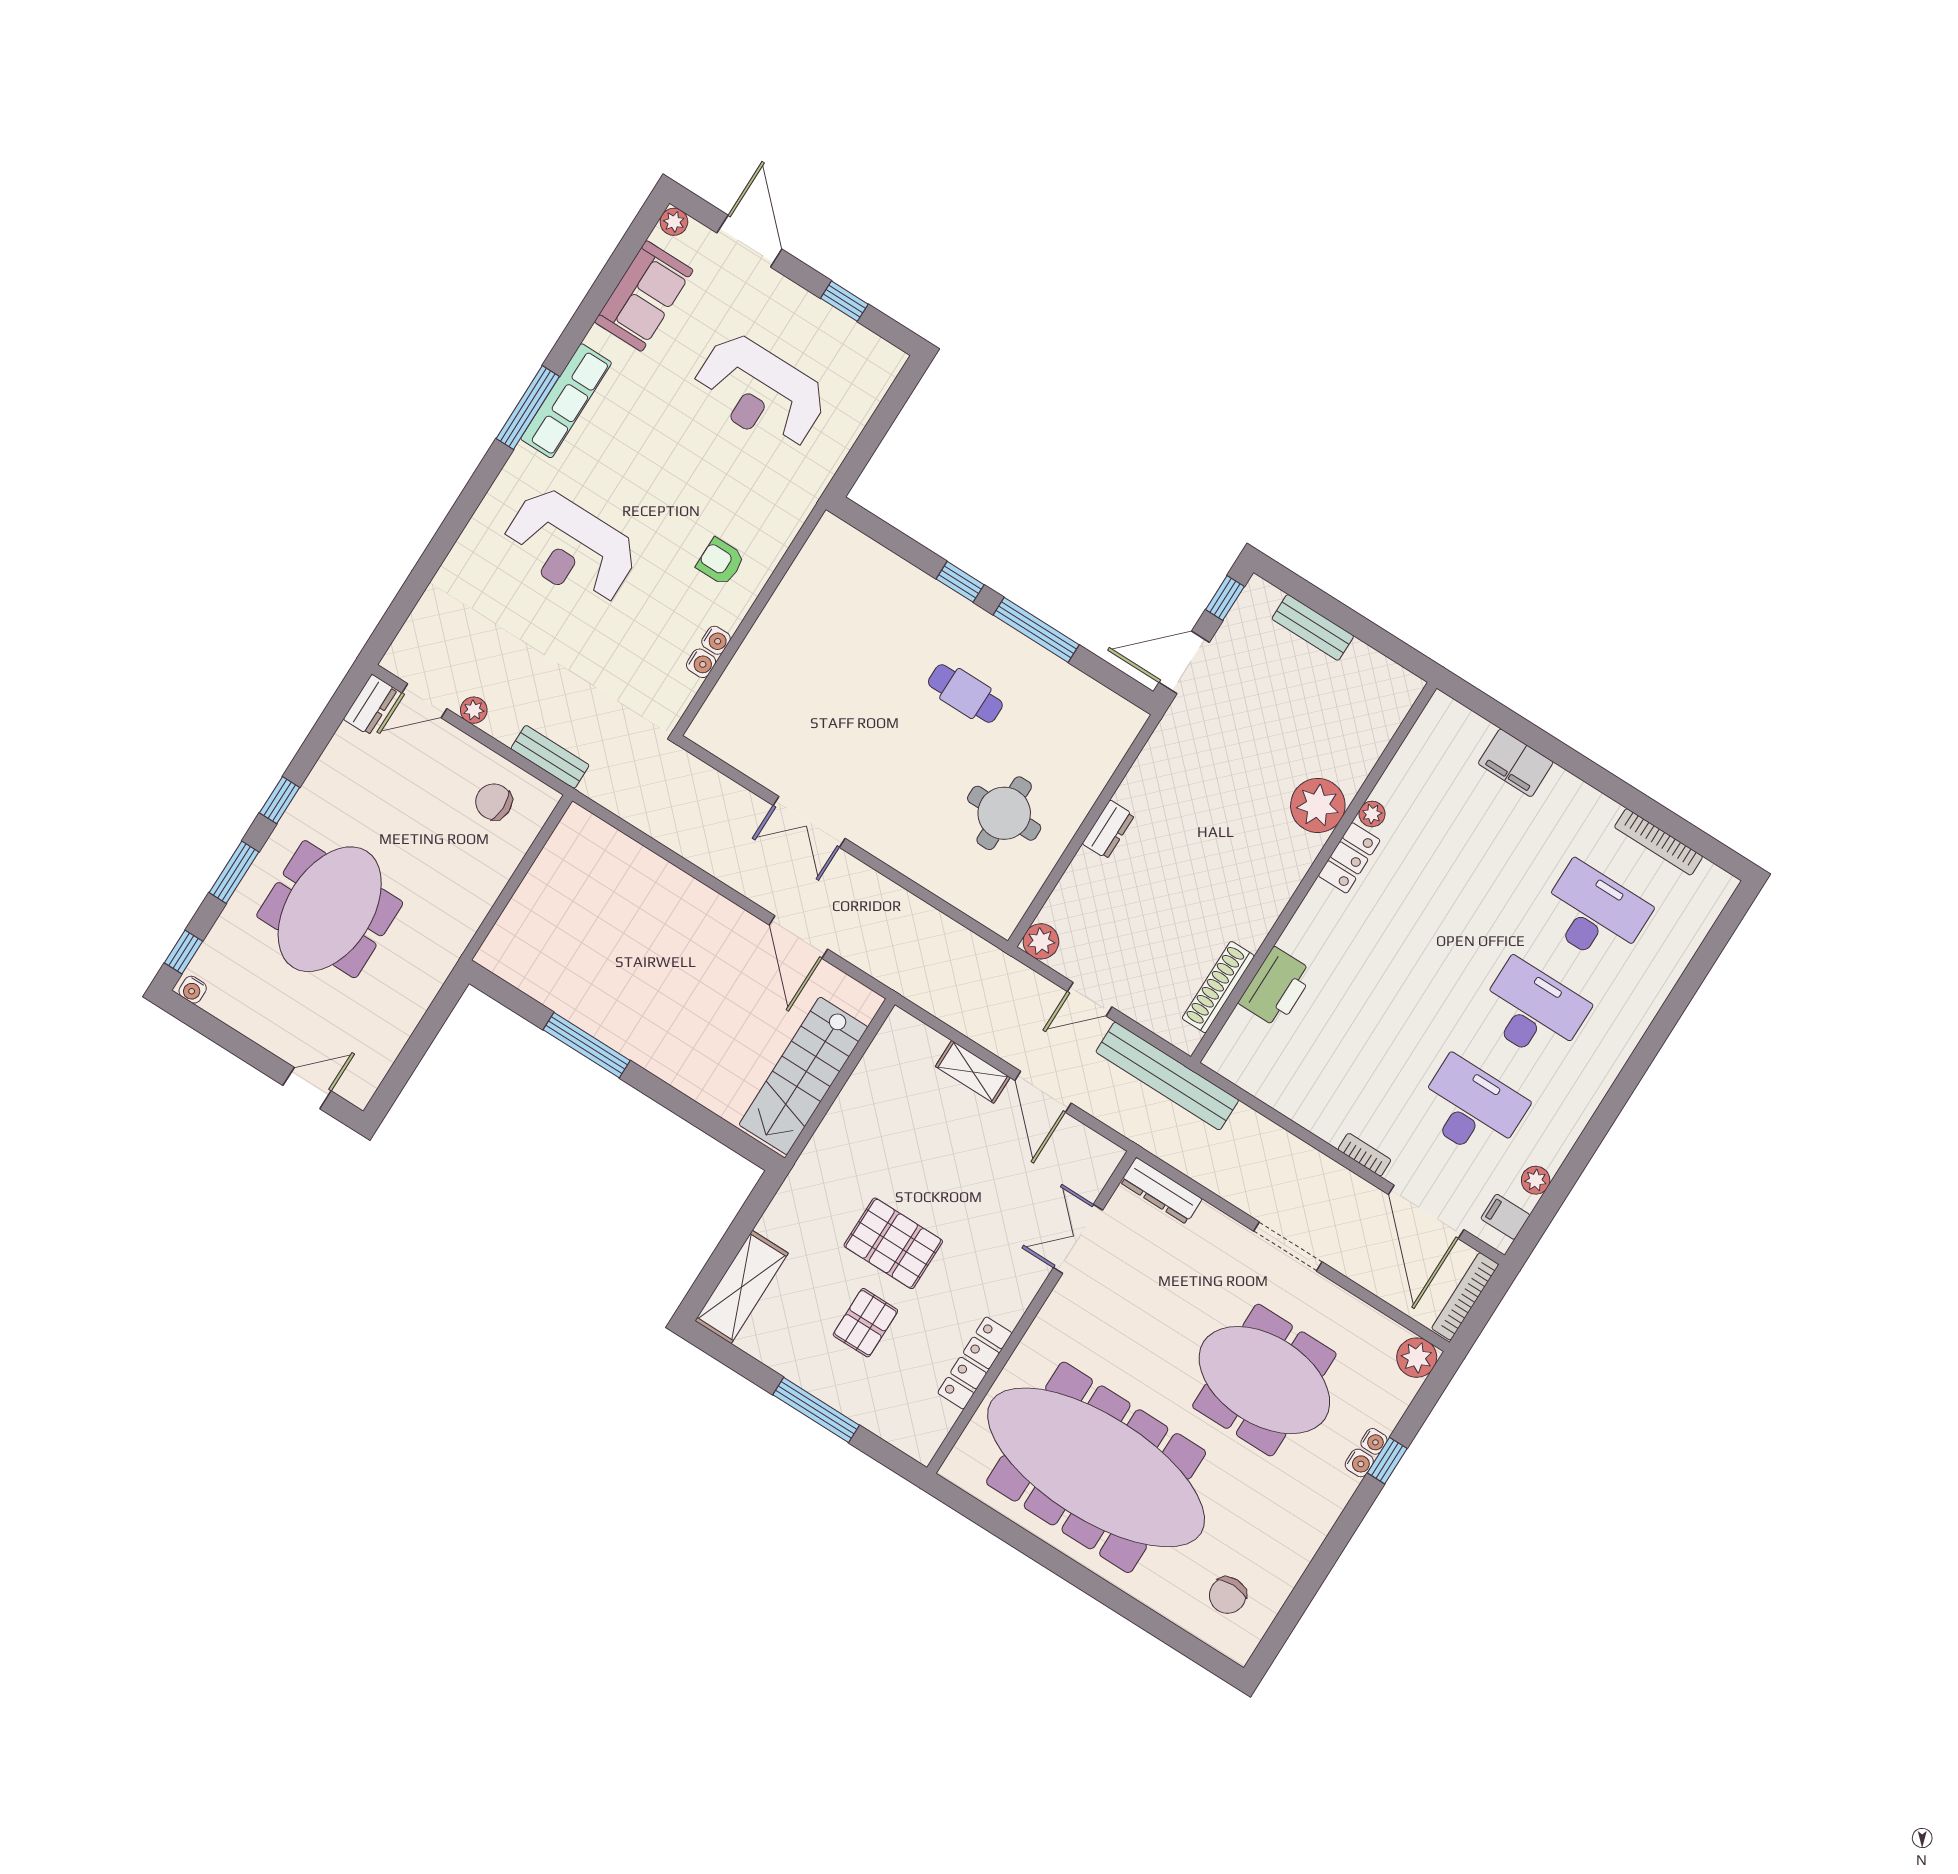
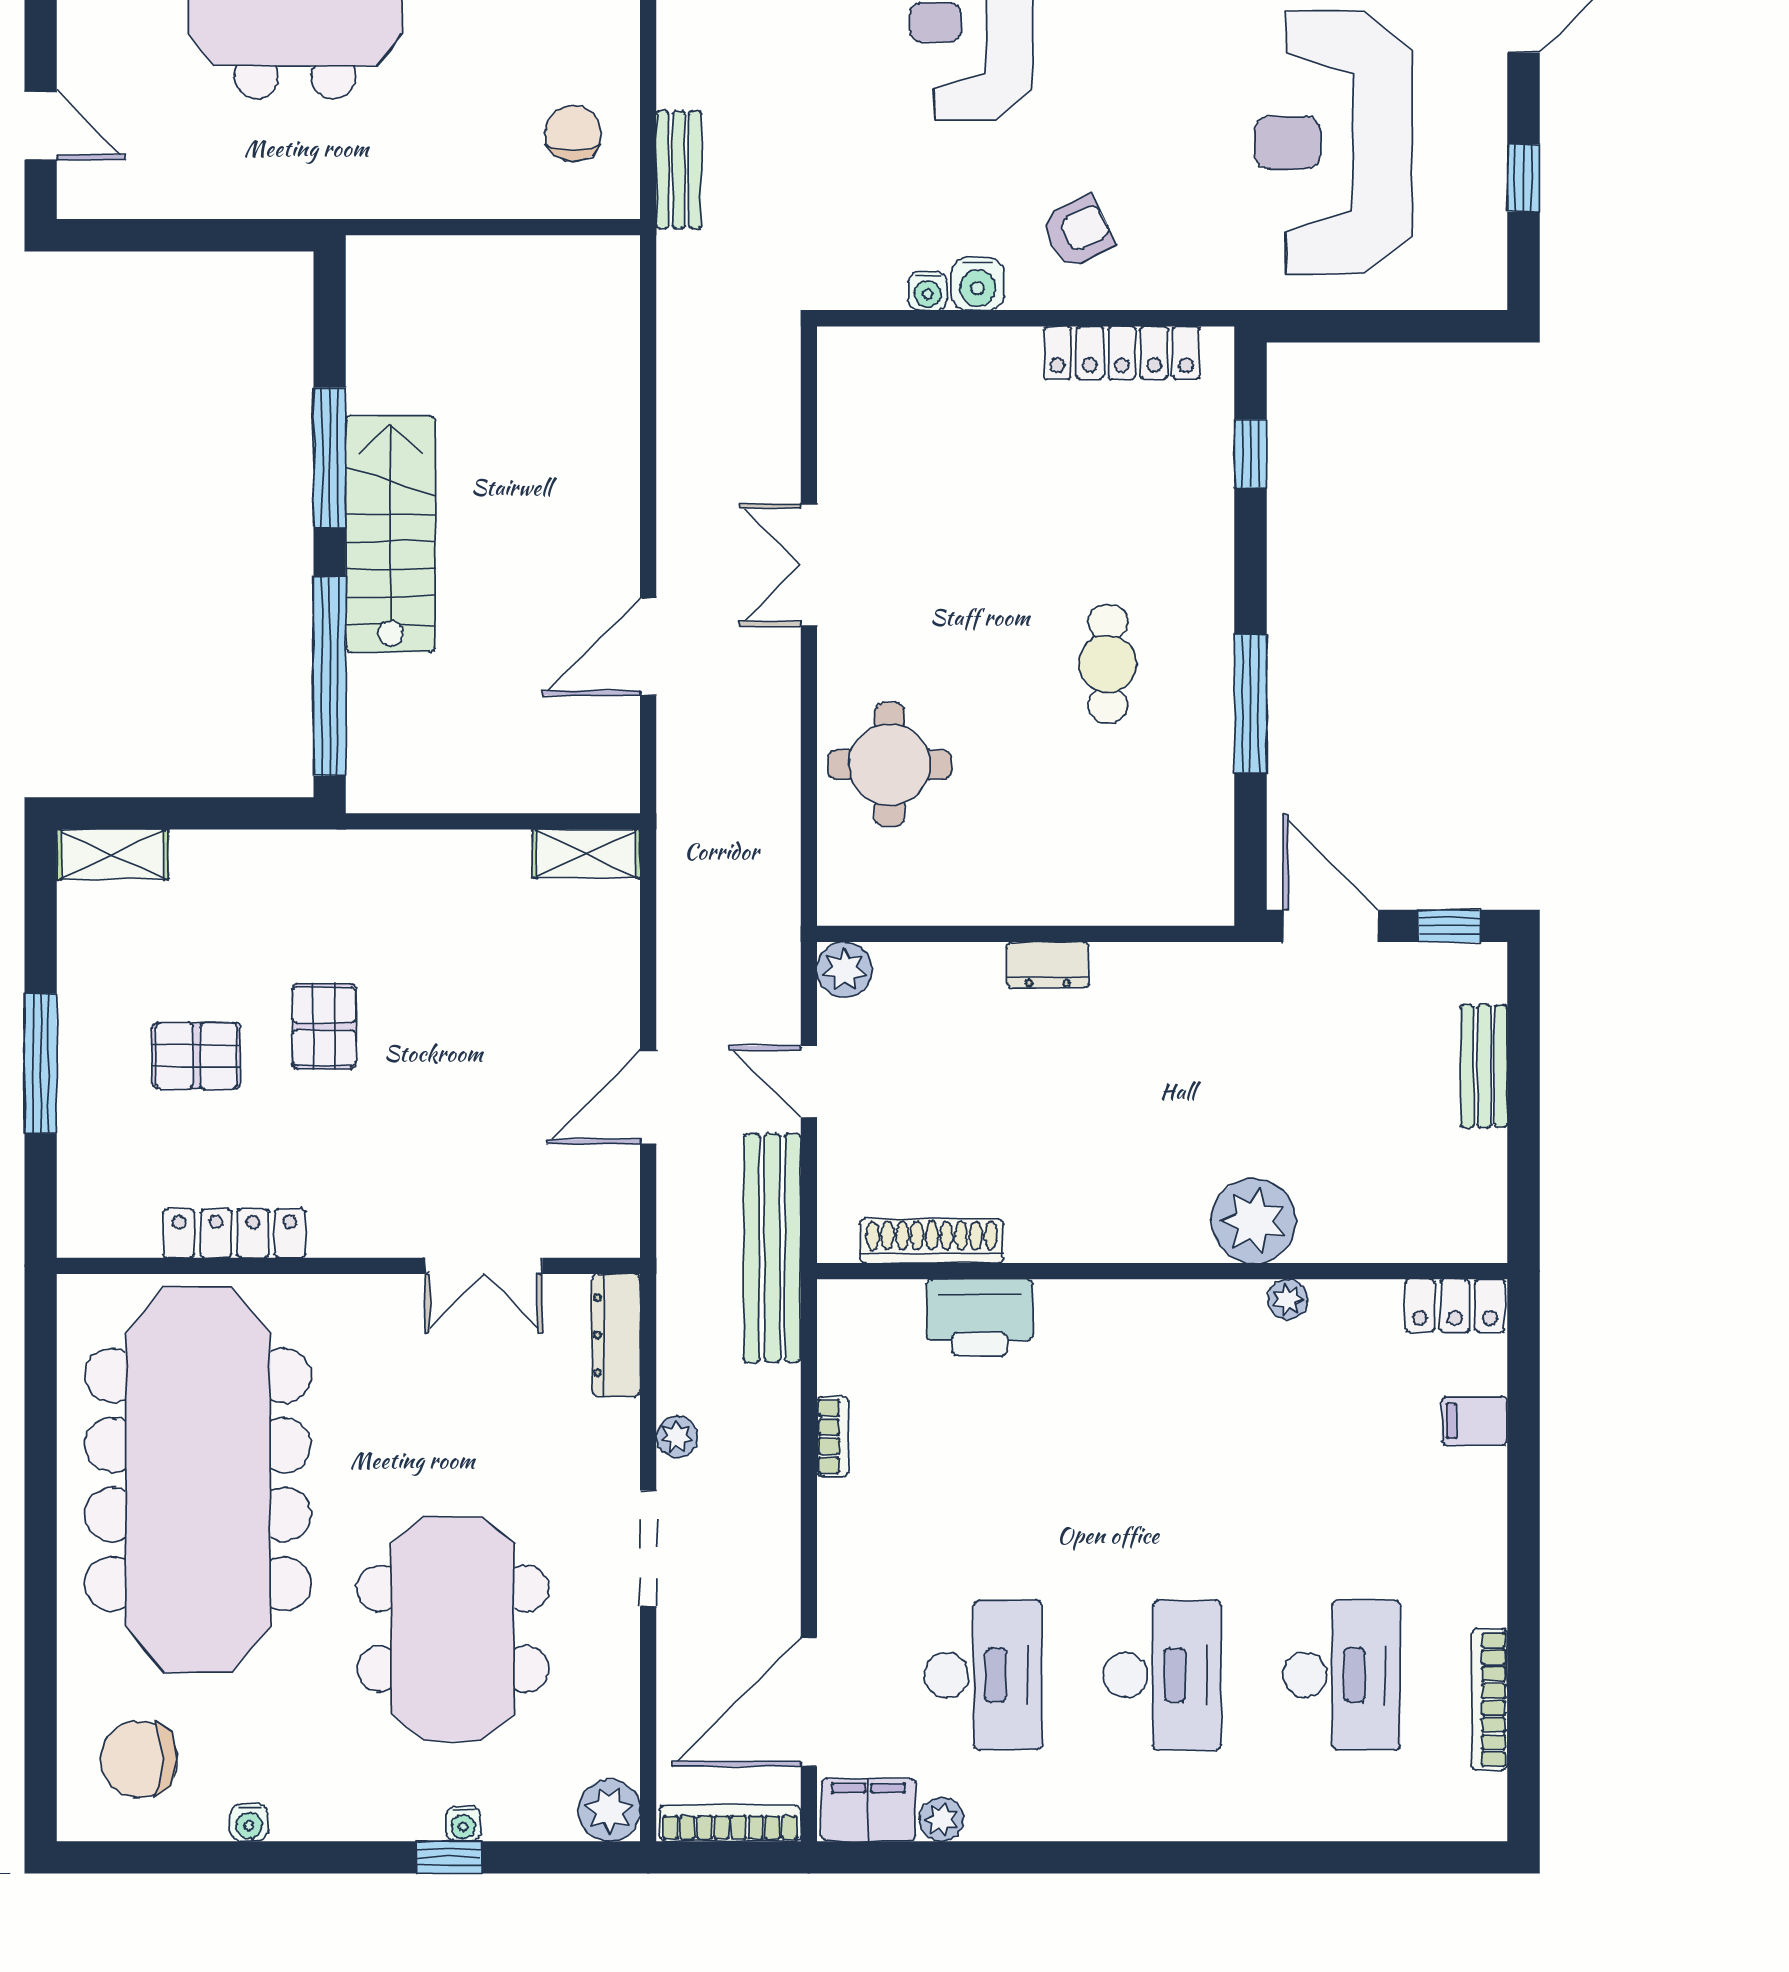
reception desk: (760, 392) -> (1333, 142), width x1.36, depth x1.30
armchair: (721, 562) -> (1078, 232), turned 63
locker: (801, 579) -> (1122, 353), added
window: (960, 582) -> (1250, 454), moved
water cooler: (716, 640) -> (978, 284), width x1.38, depth x1.38
plant: (474, 710) -> (677, 1437), moved
filing cabinet: (1516, 763) -> (1475, 1421), width x0.50
round table: (1004, 813) -> (890, 765), moved
locker: (1349, 858) -> (1455, 1306), moved
shelving: (973, 1072) -> (586, 854), moved, turned 90
stairs: (803, 1076) -> (390, 534), moved, turned 90
window: (705, 1120) -> (330, 676), added
bookcase: (1364, 1155) -> (833, 1437), moved
filing cabinet: (1505, 1217) -> (868, 1810), width x2.00
double door: (1078, 1239) -> (484, 1266), swing flipped
pallet: (893, 1243) -> (324, 1026), width x0.67, depth x0.71
shelving: (742, 1287) -> (112, 855), width x0.67, depth x0.75
water cooler: (1359, 1463) -> (249, 1822), moved
chair: (1228, 1595) -> (139, 1759), width x1.37, depth x1.37

